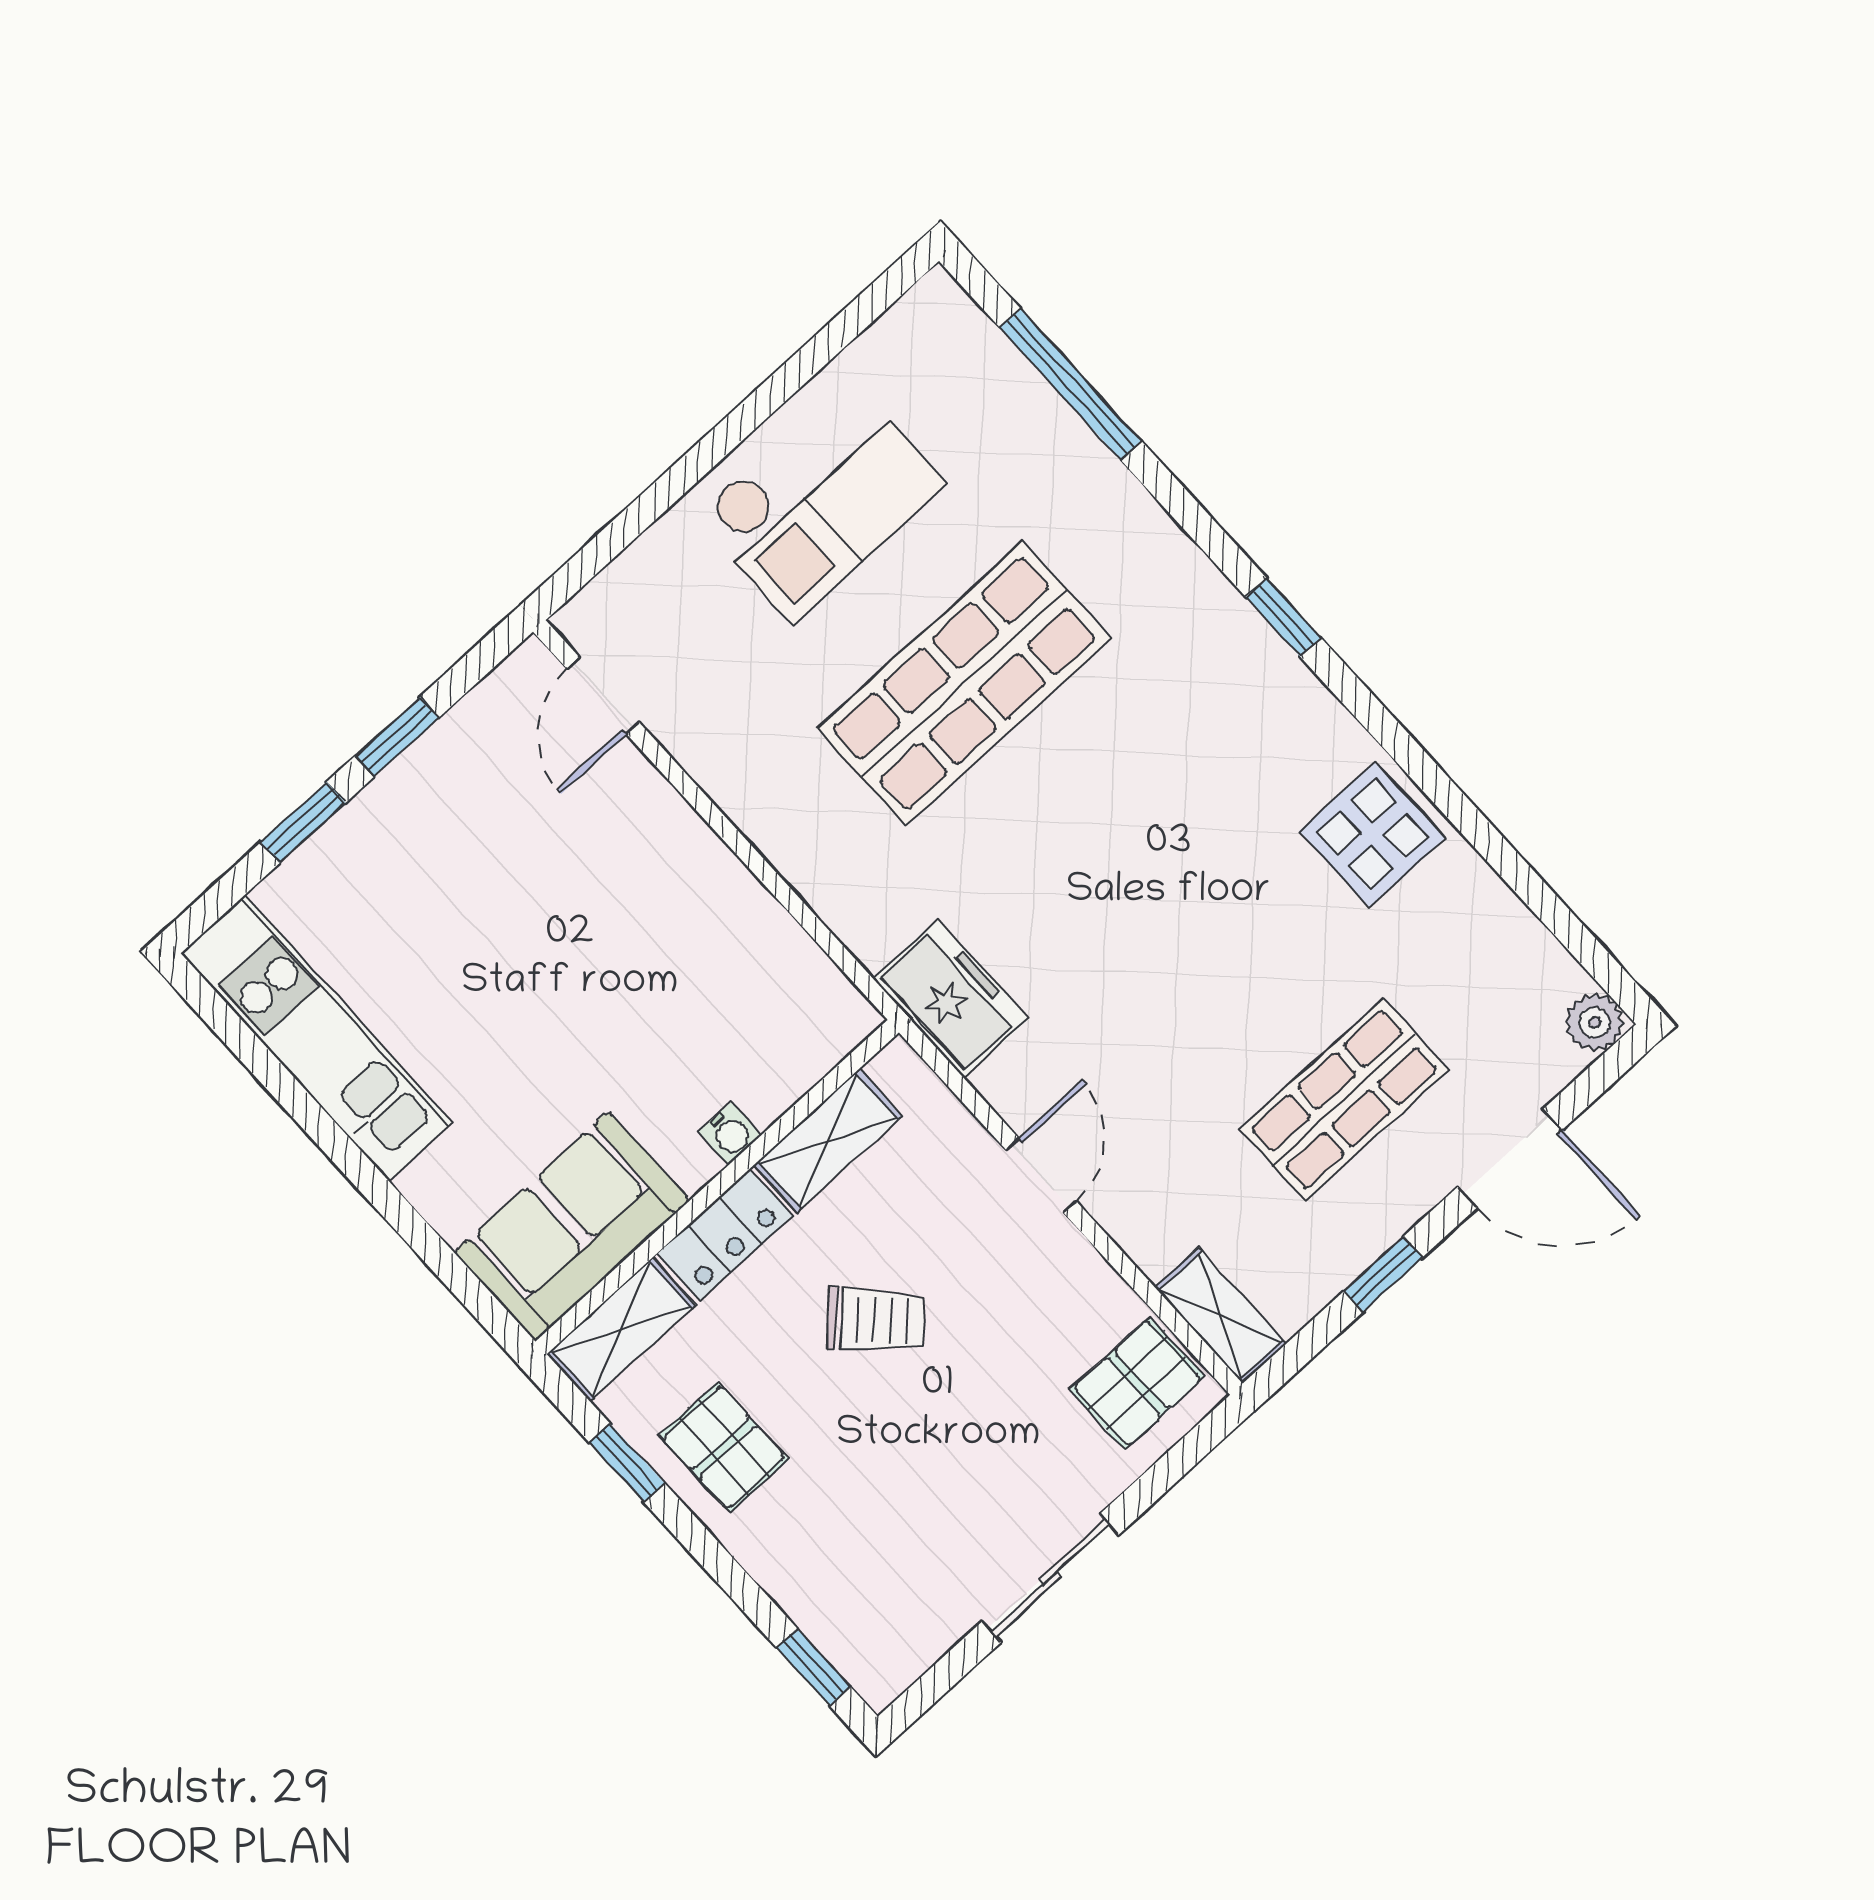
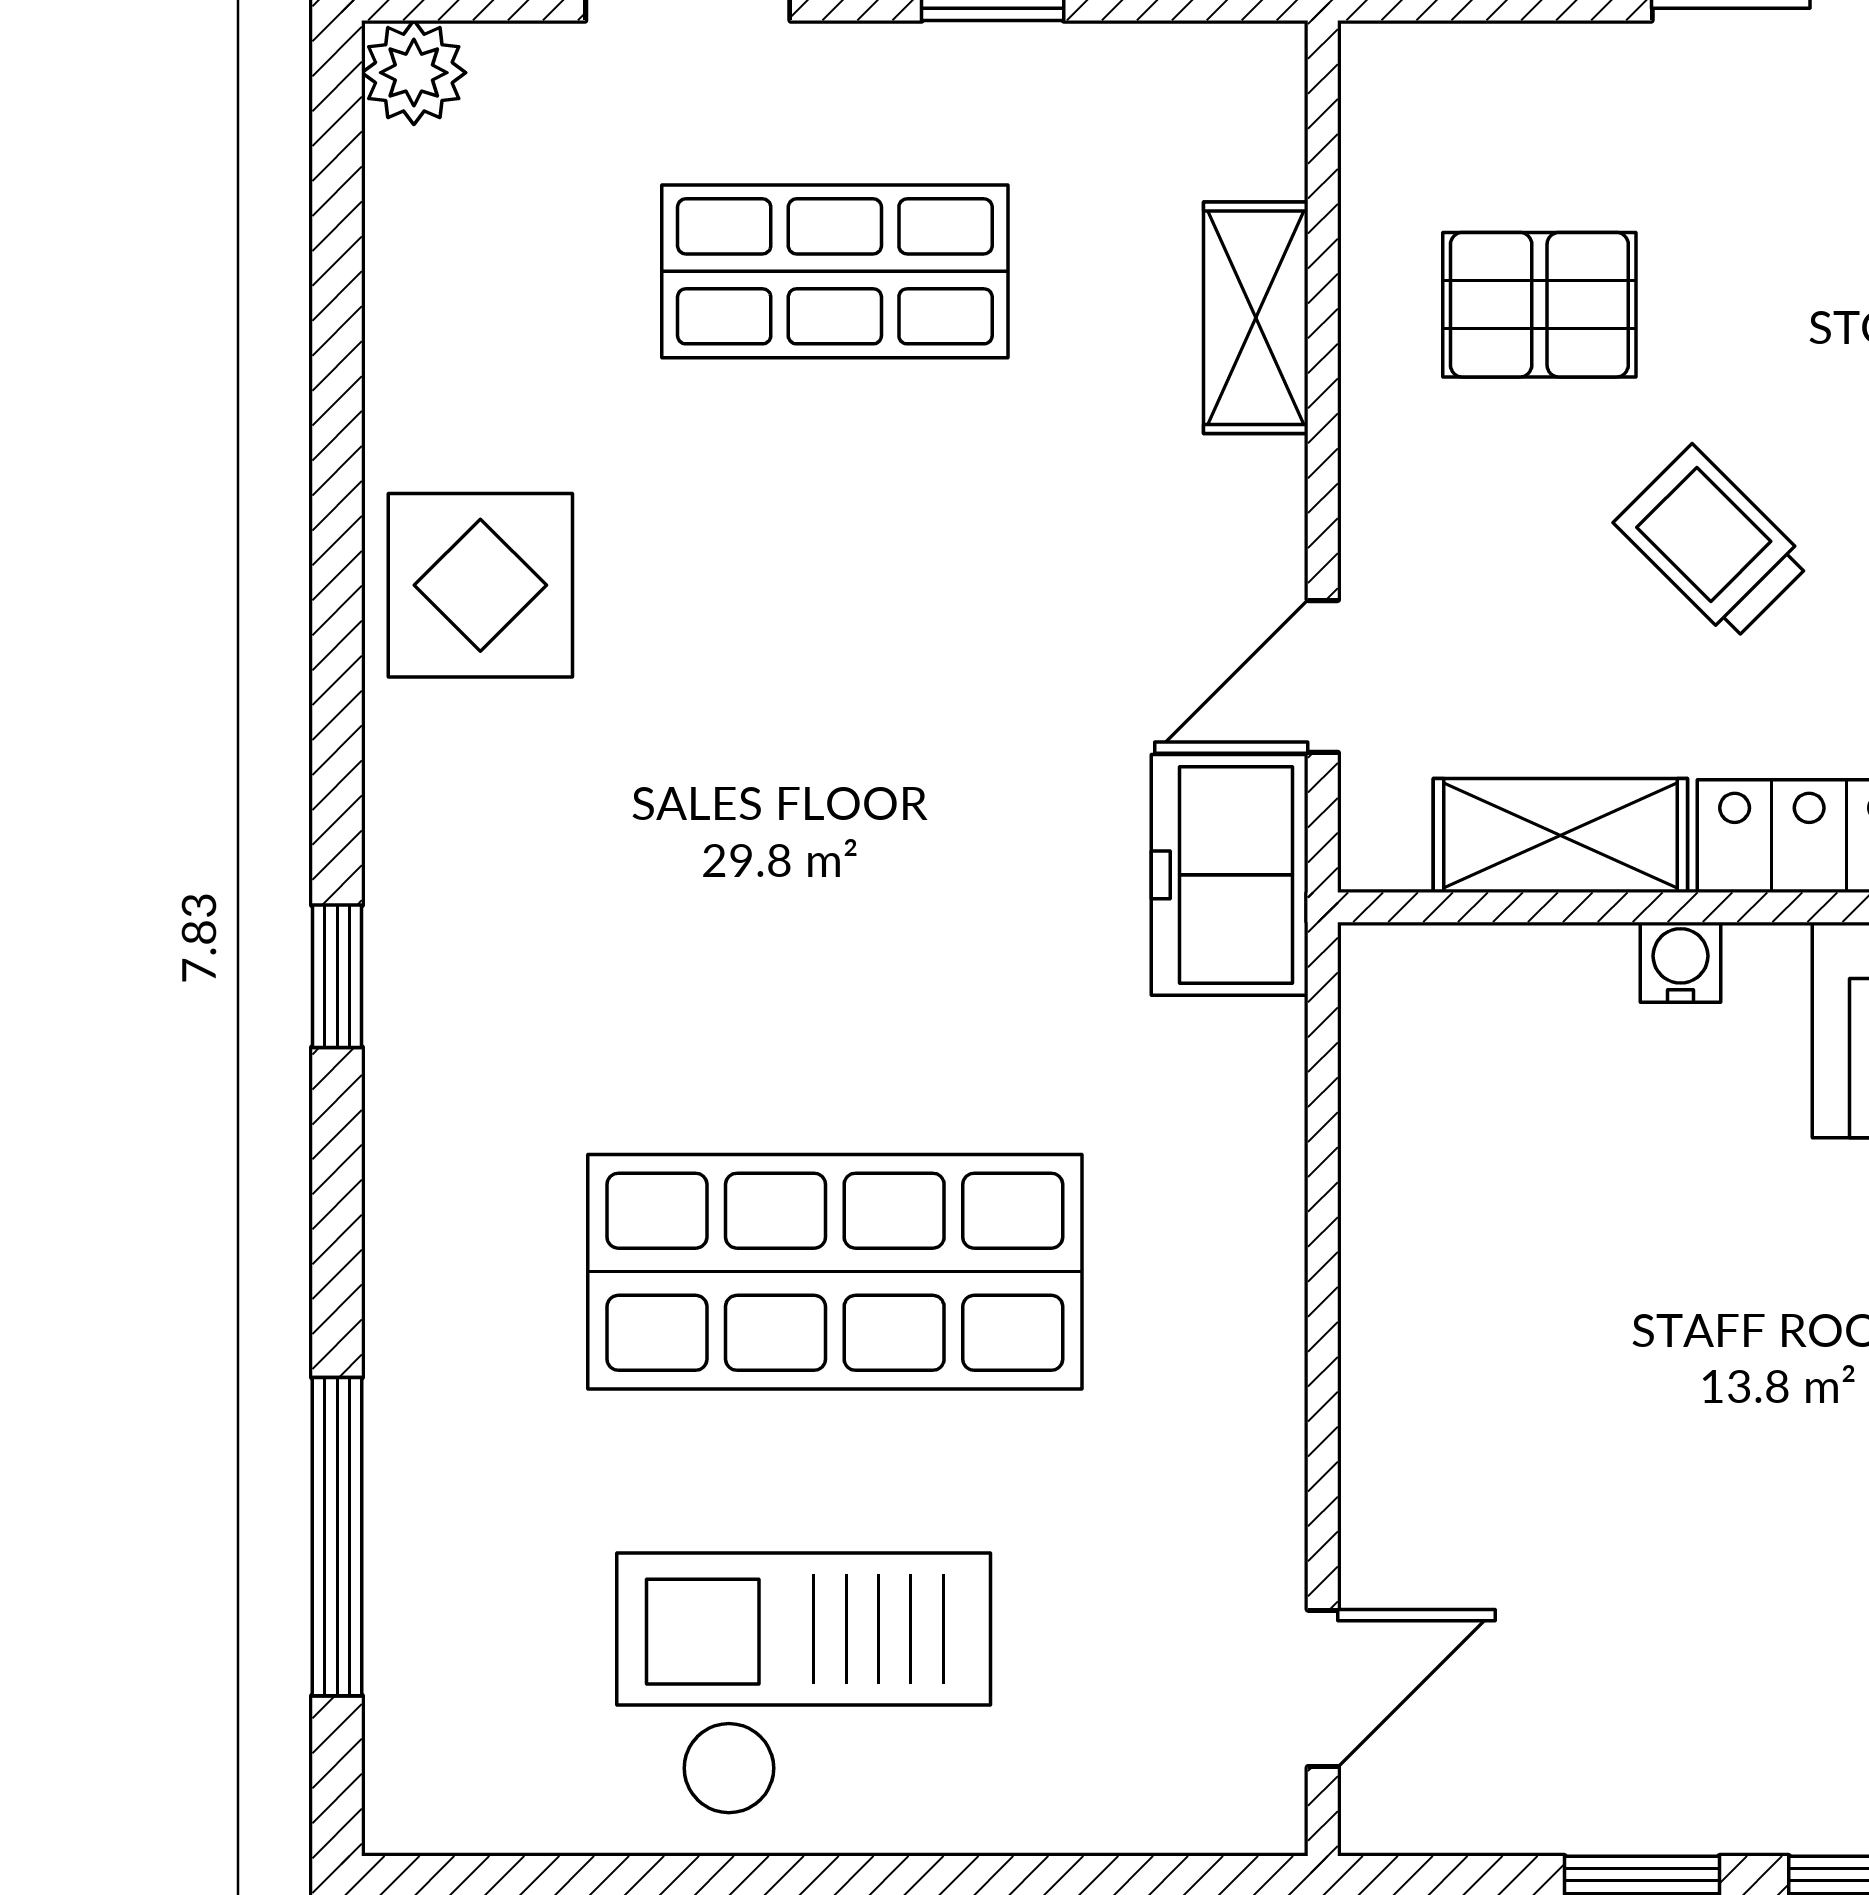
door: (1041, 1176) -> (1323, 676), moved
shelving: (1220, 1316) -> (1256, 318), moved
pallet: (1137, 1383) -> (1539, 305), moved

